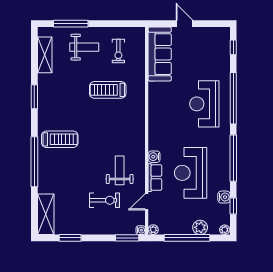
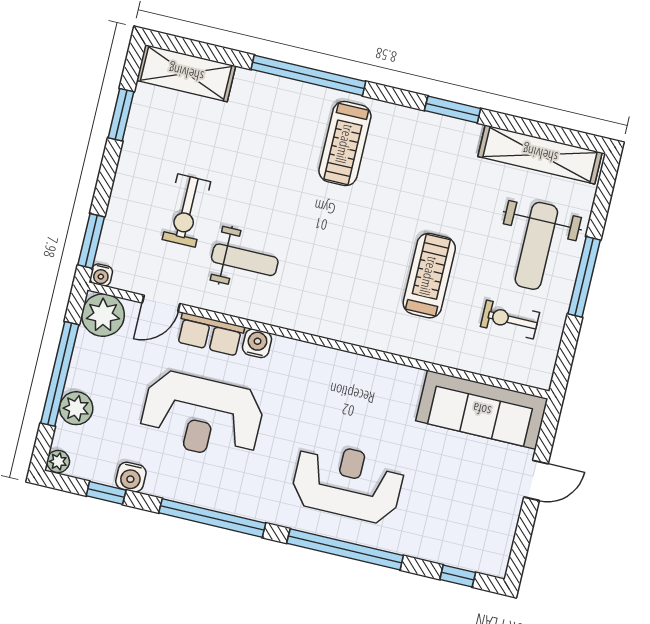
window: (71, 24) -> (584, 277), moved
weight bench: (84, 47) -> (536, 246), width x1.36, depth x1.33
shelving: (45, 55) -> (540, 154), width x1.47
reception desk: (191, 173) -> (202, 416), turned 180
door: (147, 202) -> (161, 303), swing flipped
plant: (153, 230) -> (103, 315), width x1.88, depth x1.88

